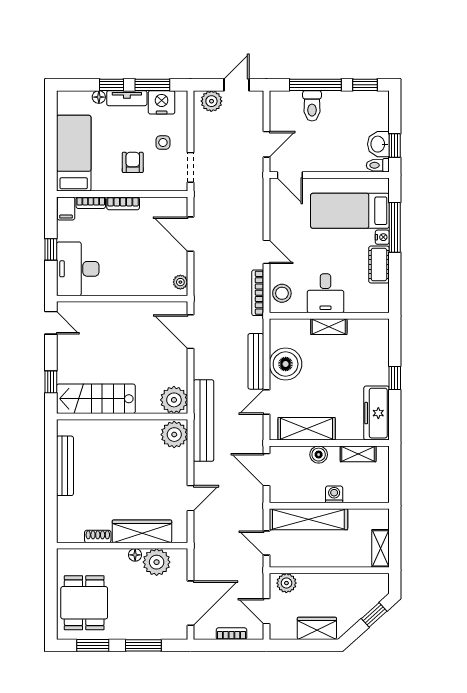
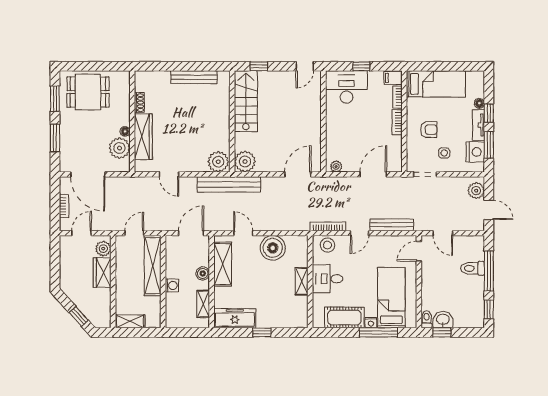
cot: (379, 264) -> (344, 317), width x1.37, depth x1.34
bench: (256, 361) -> (392, 225), moved
wardrobe: (317, 628) -> (102, 272), moved, turned 180

